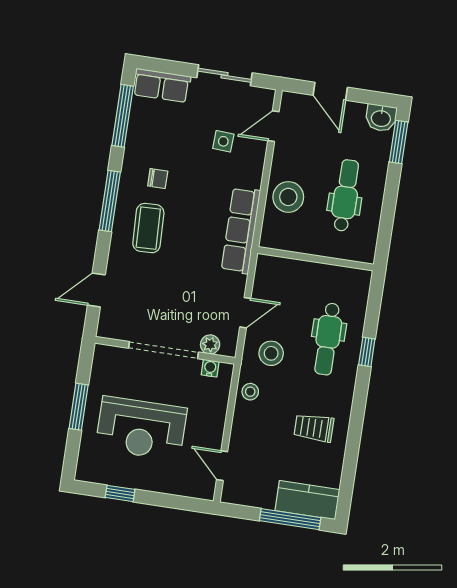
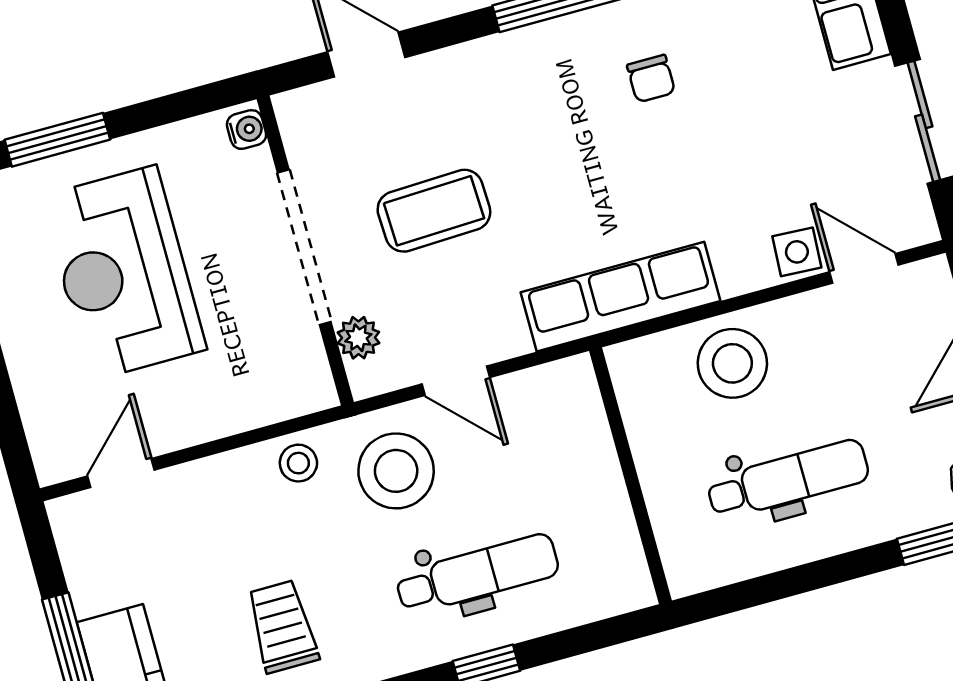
side table: (223, 141) -> (797, 252), moved
coffee table: (148, 228) -> (434, 211), moved
dental chair: (328, 339) -> (477, 574), turned 180
stool: (271, 353) -> (396, 471), width x1.38, depth x1.38
water cooler: (210, 368) -> (247, 130), moved
window: (79, 407) -> (57, 140), moved

